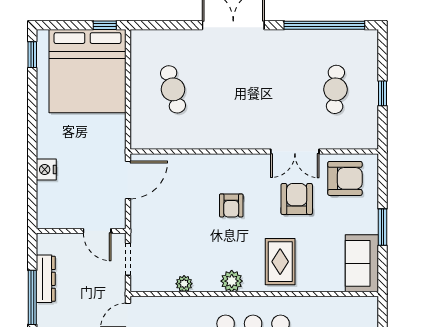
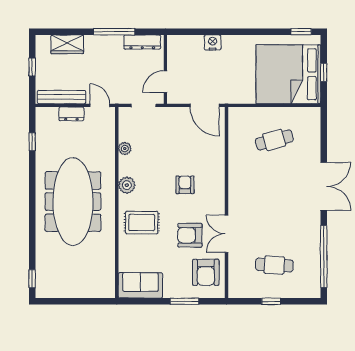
window: (105, 25) -> (324, 72), moved
armchair: (297, 199) -> (190, 235), turned 180
armchair: (231, 205) -> (185, 185), turned 90
window: (383, 227) -> (185, 301), moved
dresser: (46, 279) -> (142, 42), moved

